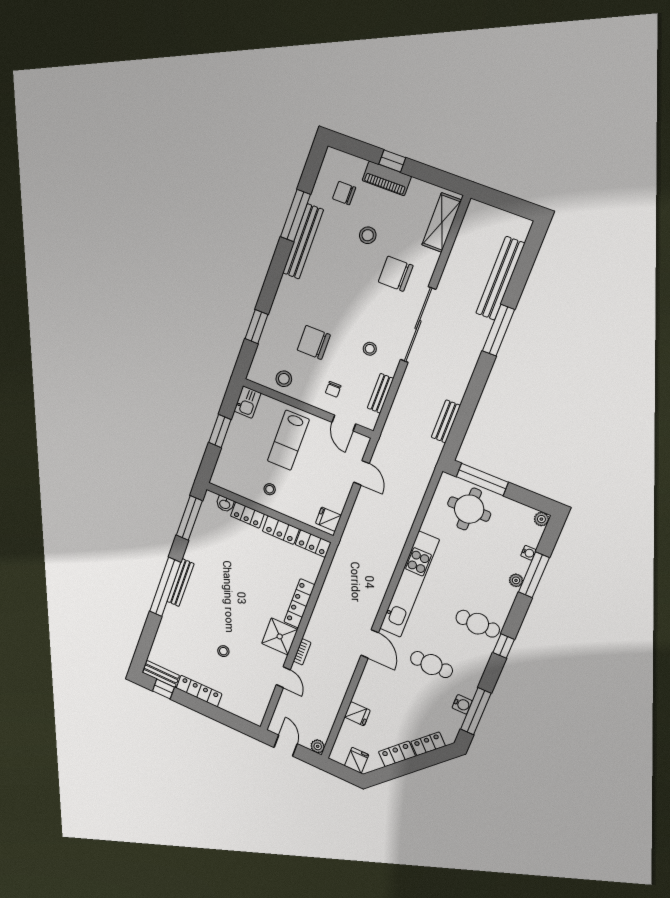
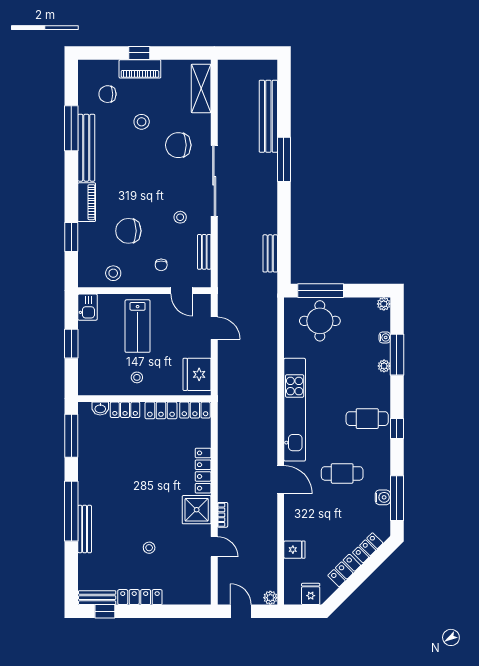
piano: (284, 297) -> (87, 202), added
fridge: (328, 519) -> (197, 374), width x1.88, depth x1.34
bench: (180, 583) -> (85, 529), moved

